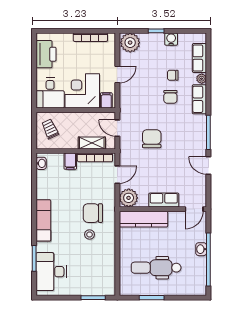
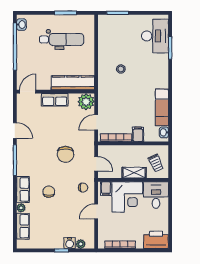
water cooler: (171, 39) -> (70, 243), moved
plant: (130, 43) -> (81, 244), width x0.53, depth x0.53
printer: (46, 54) -> (156, 240), moved, turned 90
chair: (173, 75) -> (83, 187), moved
shelving: (92, 143) -> (134, 173), moved
chair: (93, 213) -> (118, 88), removed
exam couch: (43, 220) -> (162, 107), moved
washbasin: (201, 249) -> (21, 25), moved

